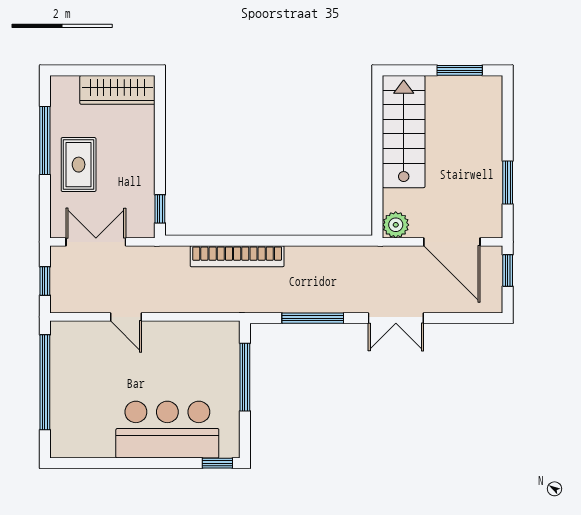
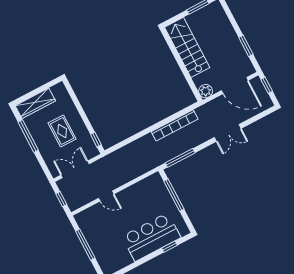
wardrobe: (117, 90) -> (35, 103), moved
rug: (79, 165) -> (62, 131), moved
bookcase: (237, 256) -> (175, 125), moved
window: (313, 318) -> (180, 158), moved
window: (45, 382) -> (85, 245), width x0.68
window: (217, 463) -> (169, 247), moved

